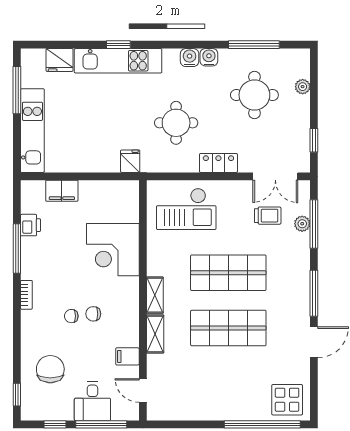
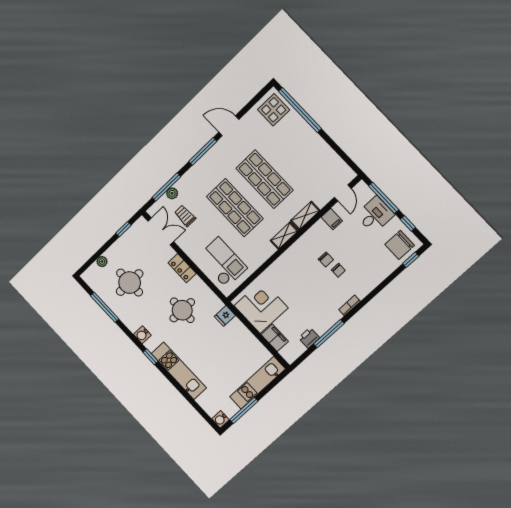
window: (118, 45) -> (151, 357), moved
water cooler: (209, 57) -> (220, 419), moved
fridge: (60, 60) -> (207, 402), removed
corner desk: (113, 250) -> (261, 307), moved, turned -90
chair: (50, 369) -> (400, 245), moved

